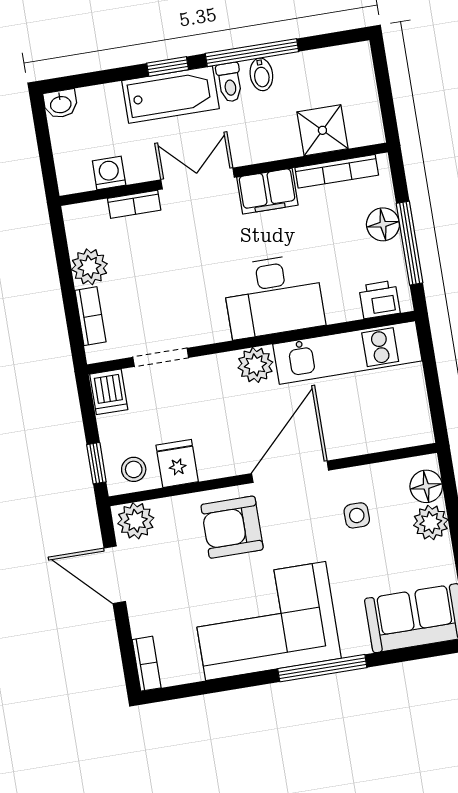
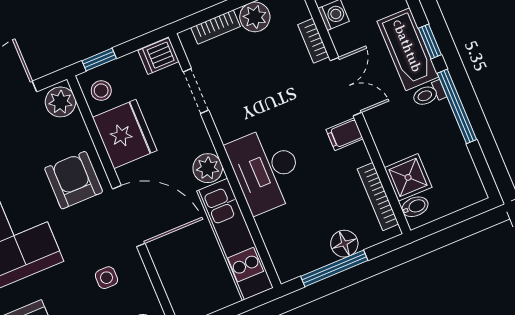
bidet: (261, 74) -> (415, 207), moved, turned 180
filing cabinet: (267, 191) -> (345, 134), width x0.50
printer: (379, 300) -> (283, 255), removed
fridge: (177, 463) -> (125, 134), width x1.88, depth x1.34

